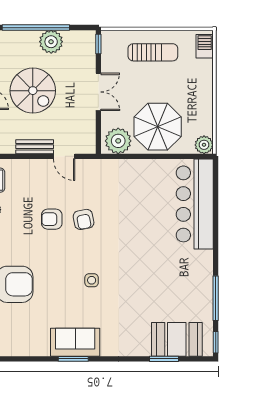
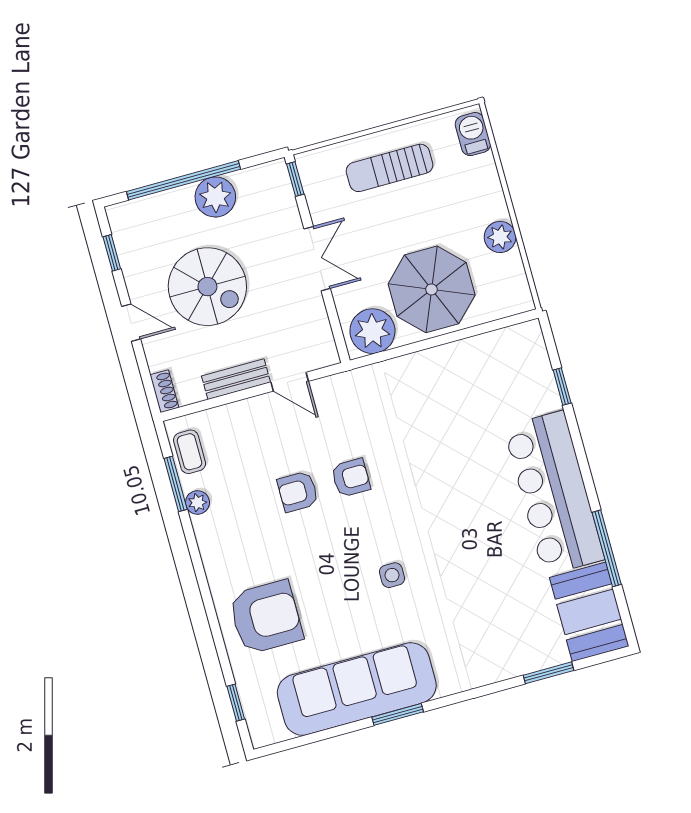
sun lounger: (153, 52) -> (390, 168), turned 180
plant: (204, 145) -> (500, 237), moved
bar counter: (195, 204) -> (554, 493), moved
armchair: (84, 219) -> (351, 478), turned -79
booth: (177, 339) -> (589, 612), moved, turned 90
sofa: (75, 342) -> (357, 689), width x1.85, depth x1.27
window: (216, 342) -> (562, 387), moved

